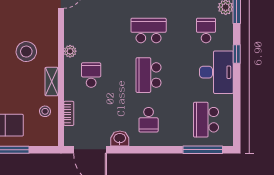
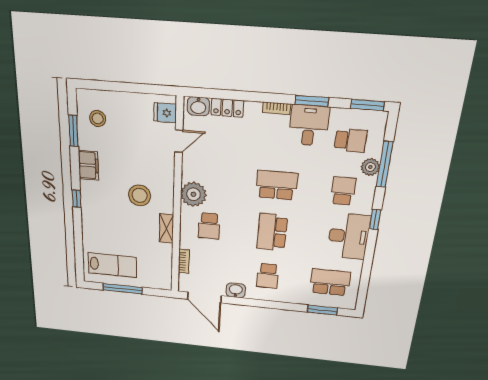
plant: (70, 51) -> (193, 194), width x1.87, depth x1.87
school desk: (91, 75) -> (209, 226), turned 180
stool: (45, 111) -> (159, 257), removed
school desk: (206, 120) -> (330, 282), turned 90
window: (203, 150) -> (322, 310), width x0.69

